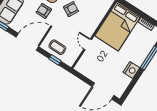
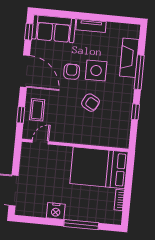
door: (88, 44) -> (40, 142), moved

